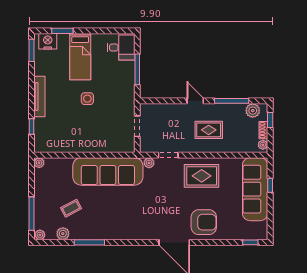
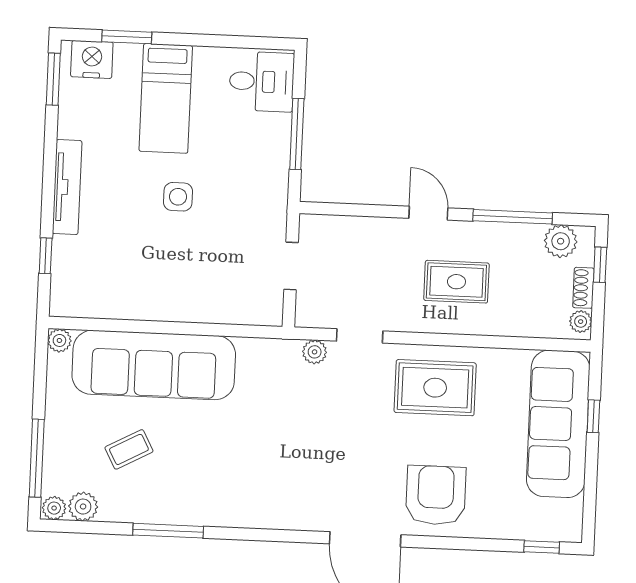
sofa: (108, 171) -> (154, 365), moved
armchair: (204, 222) -> (436, 495), turned -90
plant: (63, 234) -> (83, 507), moved

